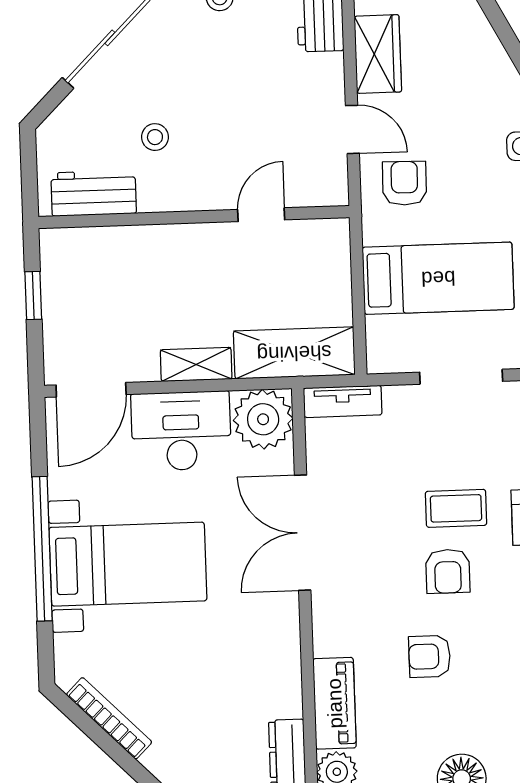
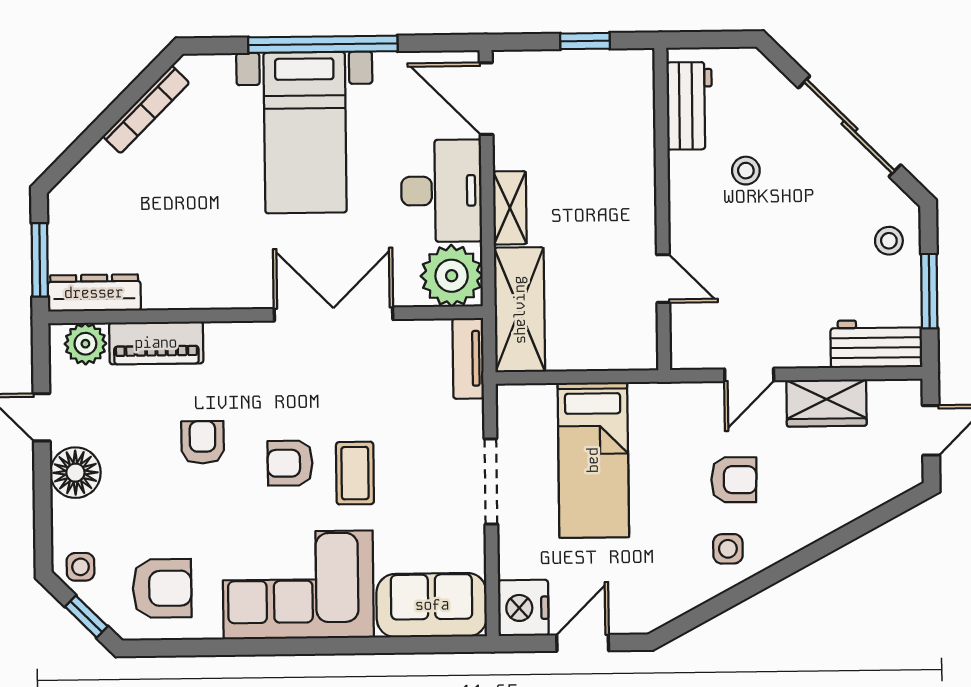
armchair: (404, 183) -> (734, 480), moved

